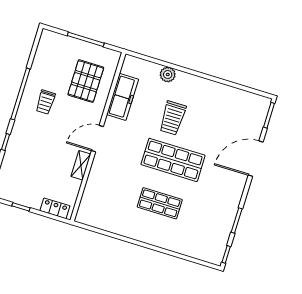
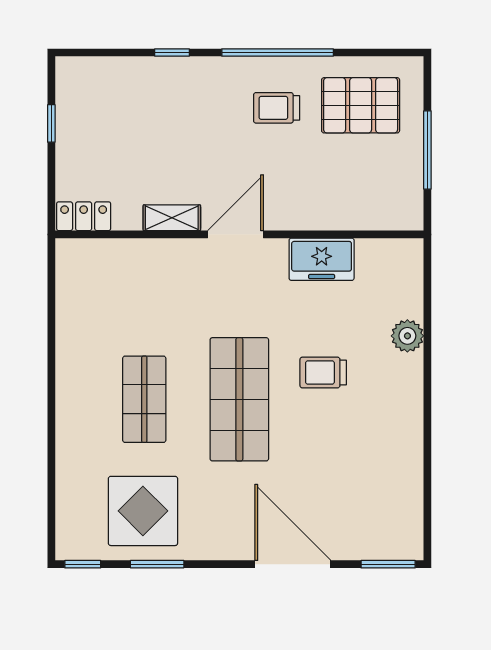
pallet: (86, 81) -> (361, 105), moved
freezer: (123, 97) -> (322, 259), width x0.71
trolley: (173, 118) -> (323, 373), width x0.73, depth x0.72
door: (97, 139) -> (235, 234), hinge flipped
locker: (55, 208) -> (84, 216), moved, turned -90
display table: (210, 219) -> (143, 511), added

